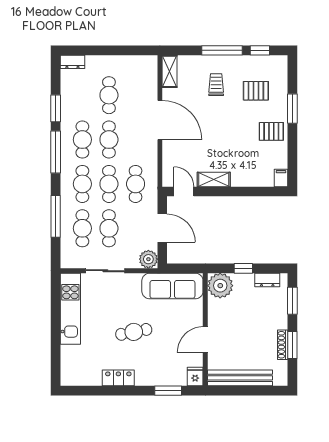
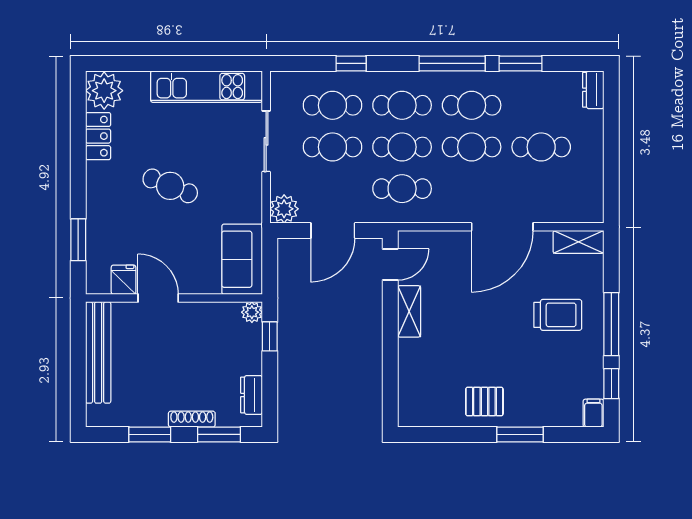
trolley: (216, 85) -> (558, 315), width x1.36, depth x1.39
pallet: (256, 91) -> (548, 377), removed
pallet: (271, 131) -> (484, 402), turned 90
filing cabinet: (281, 178) -> (593, 413), moved, turned -90
window: (56, 216) -> (351, 63), width x0.46
window: (243, 268) -> (270, 336), moved
sofa: (172, 286) -> (242, 259), width x0.73
plant: (220, 286) -> (252, 312), width x0.53, depth x0.53
cafe table: (134, 332) -> (170, 186), turned -57
shoe rack: (283, 345) -> (192, 419), moved
plant: (73, 374) -> (104, 91), added
fridge: (195, 377) -> (124, 280), moved, turned -90
locker: (118, 378) -> (98, 136), moved

